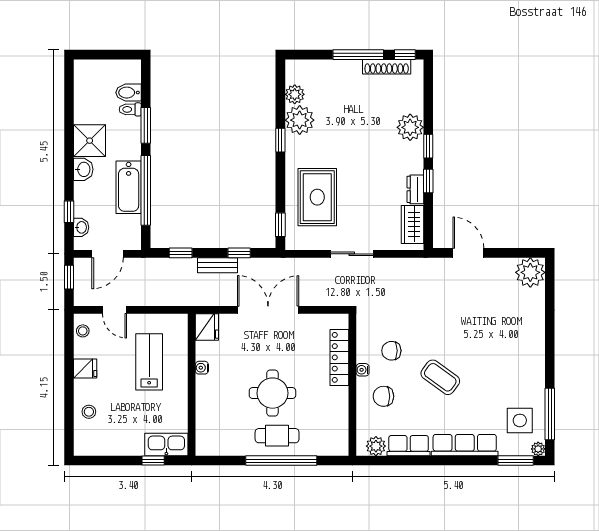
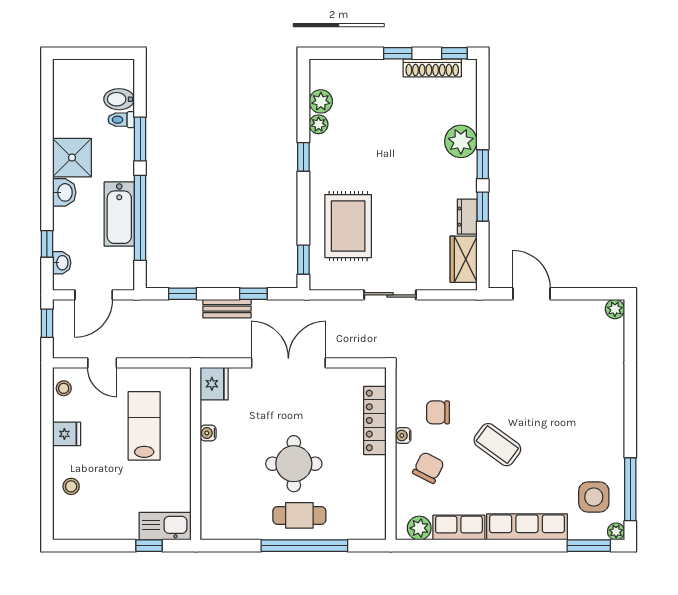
window: (358, 55) -> (398, 53), width x0.46
plant: (300, 120) -> (319, 124), width x0.53, depth x0.53
plant: (530, 272) -> (615, 309), width x0.53, depth x0.53
chair: (383, 396) -> (428, 468), turned 117

